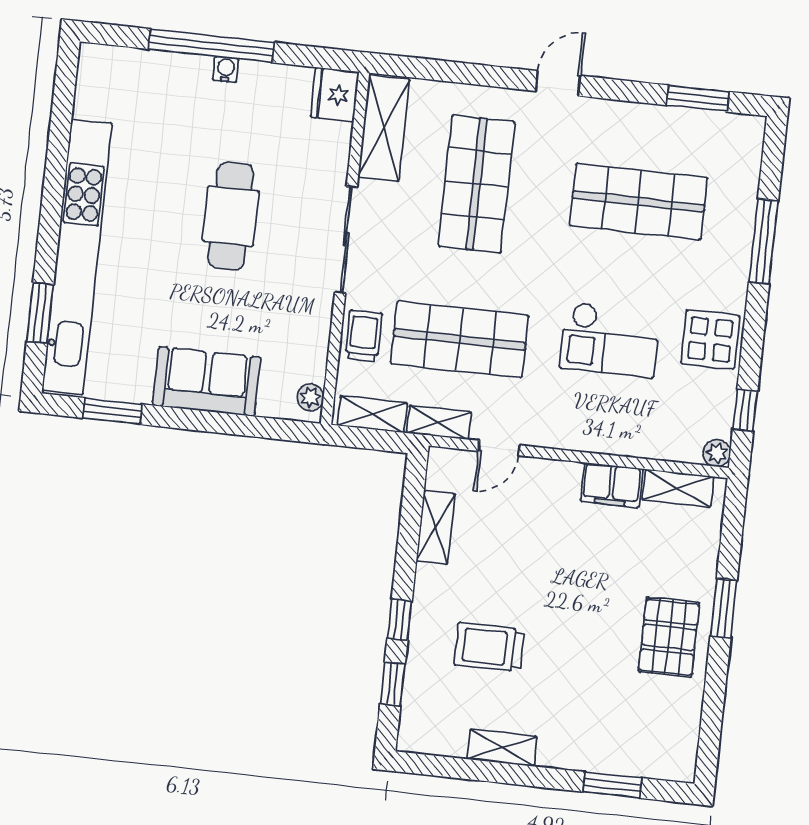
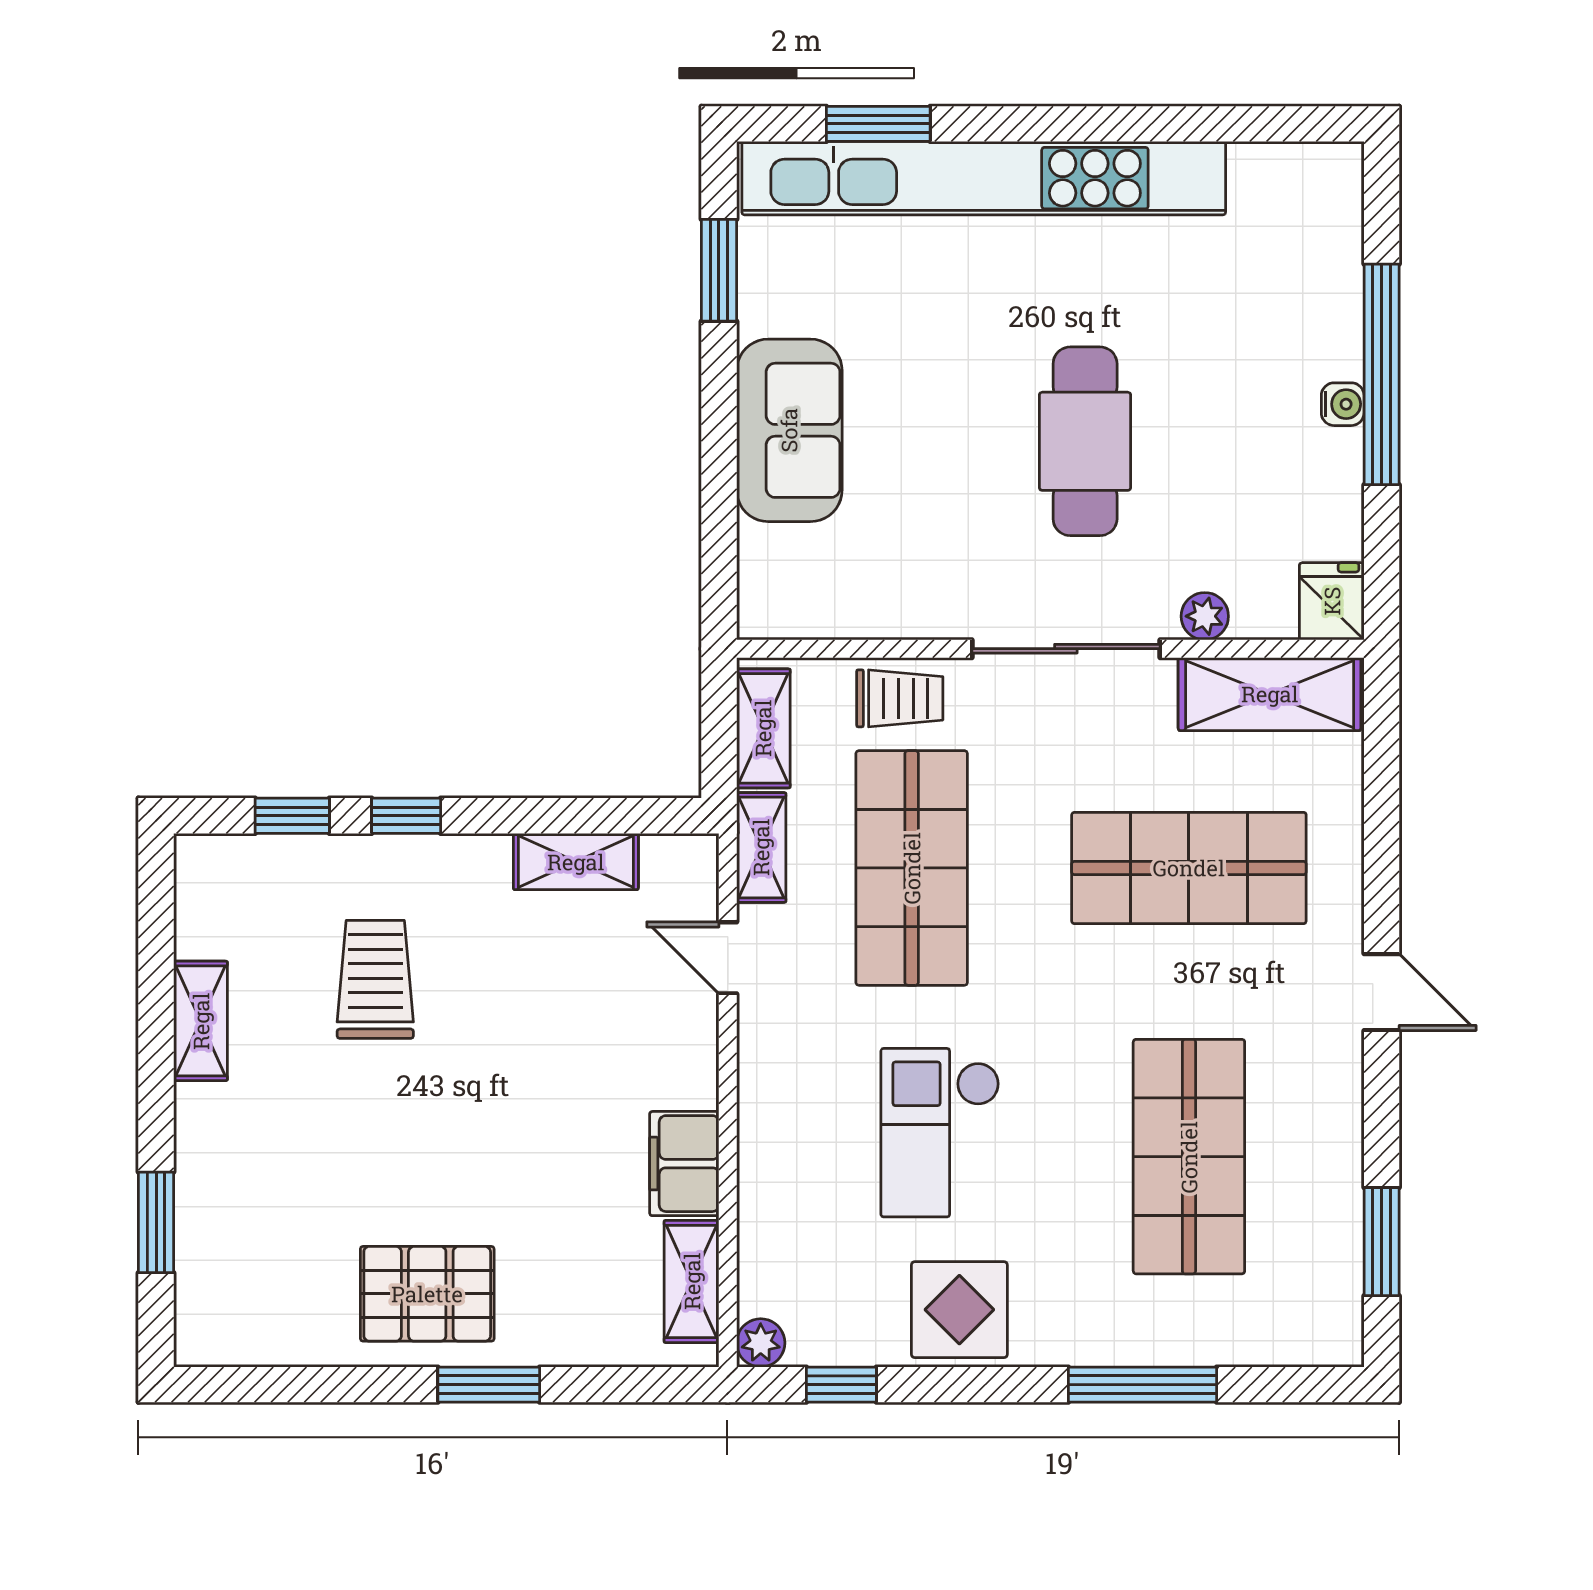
fridge: (335, 95) -> (1332, 601), width x0.72
cafe table: (231, 216) -> (1085, 441), turned 90
plant: (310, 397) -> (1205, 616), moved

